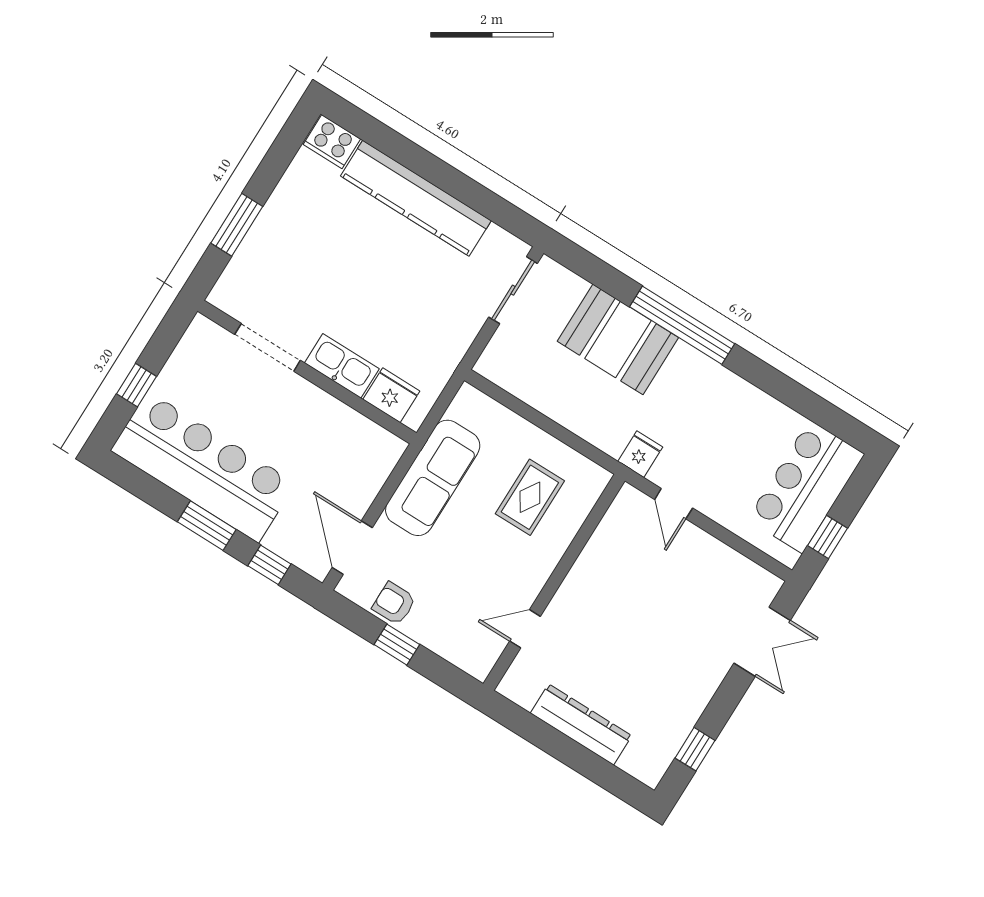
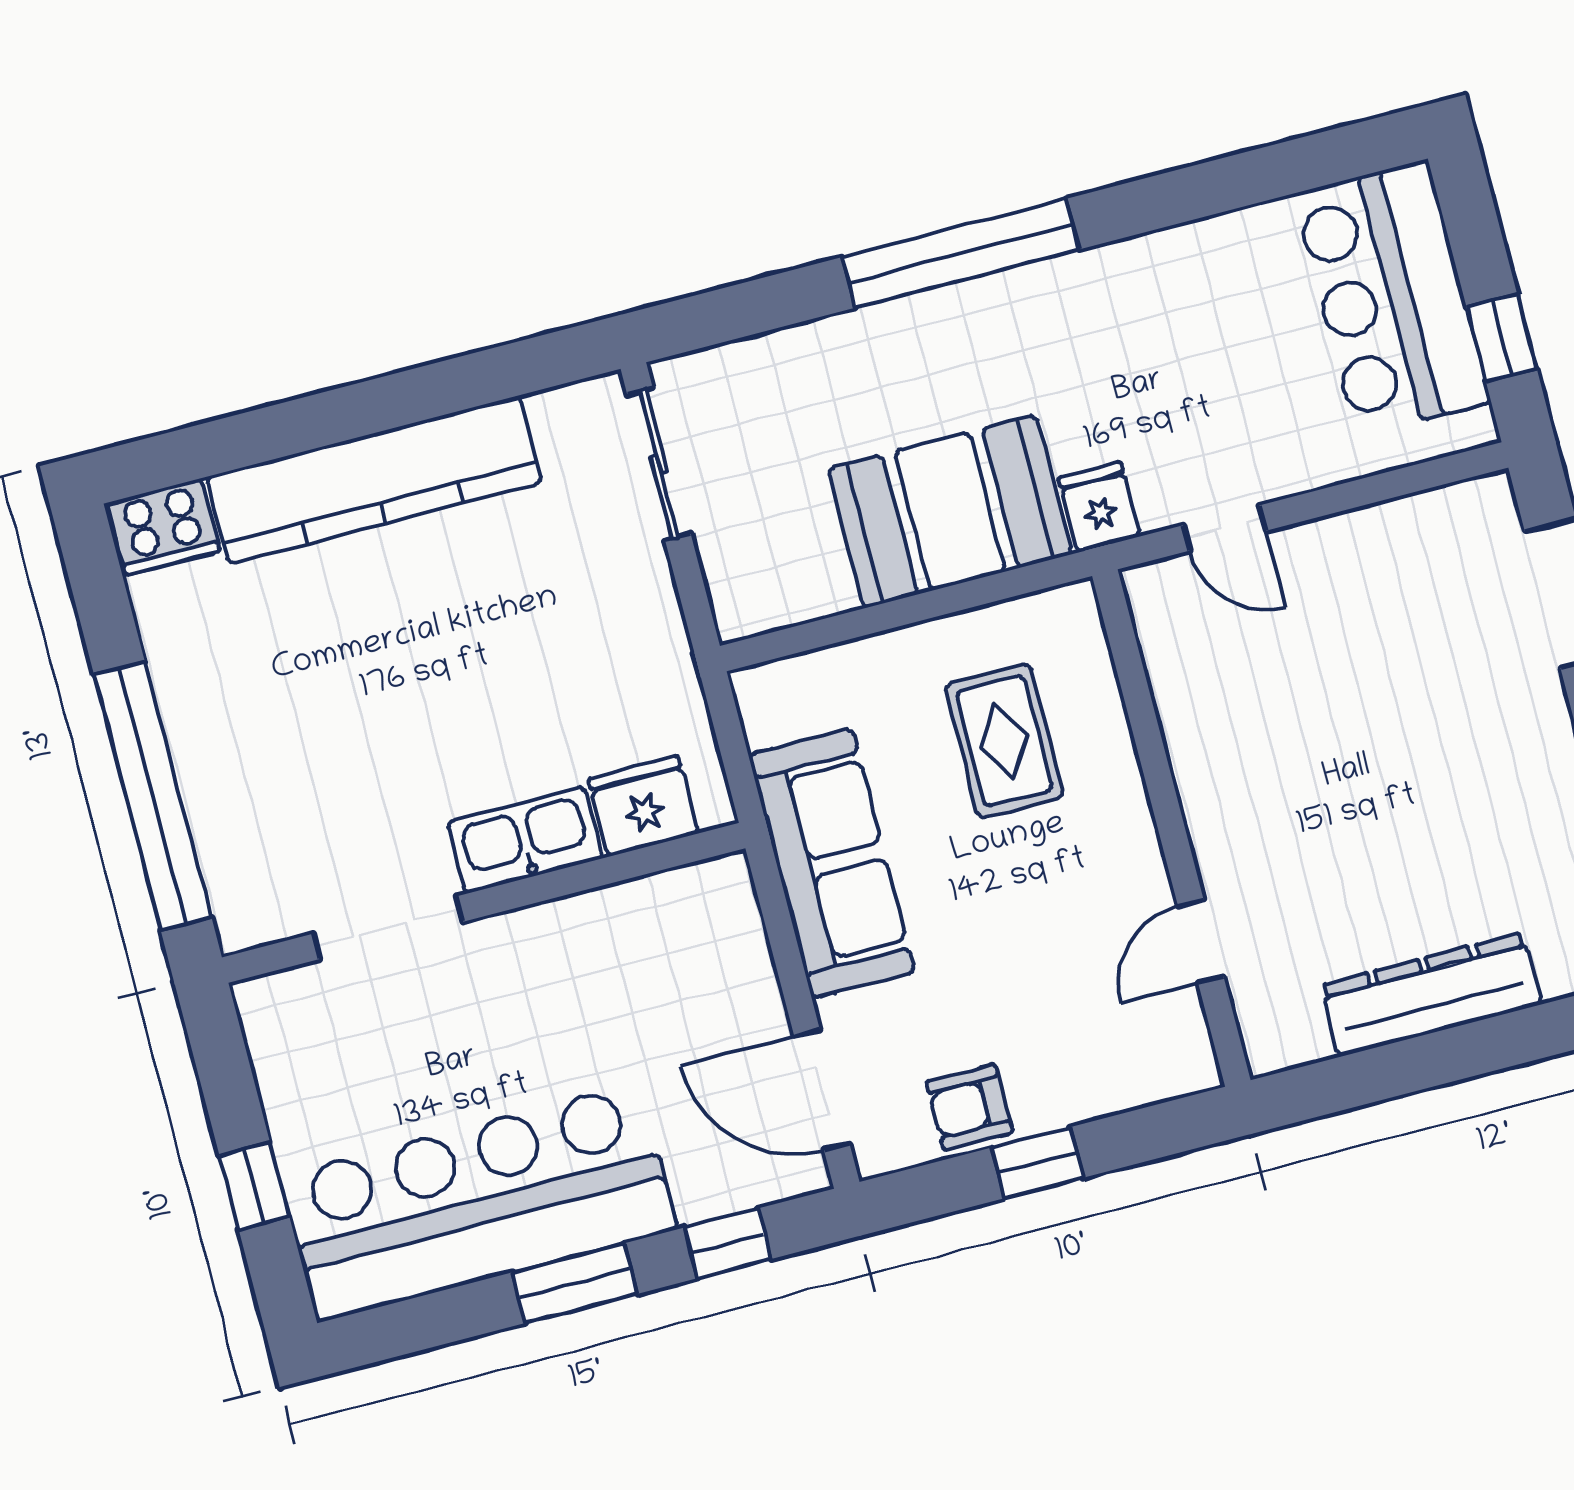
window: (237, 225) -> (153, 796), width x2.11
booth: (618, 339) -> (950, 511), moved

